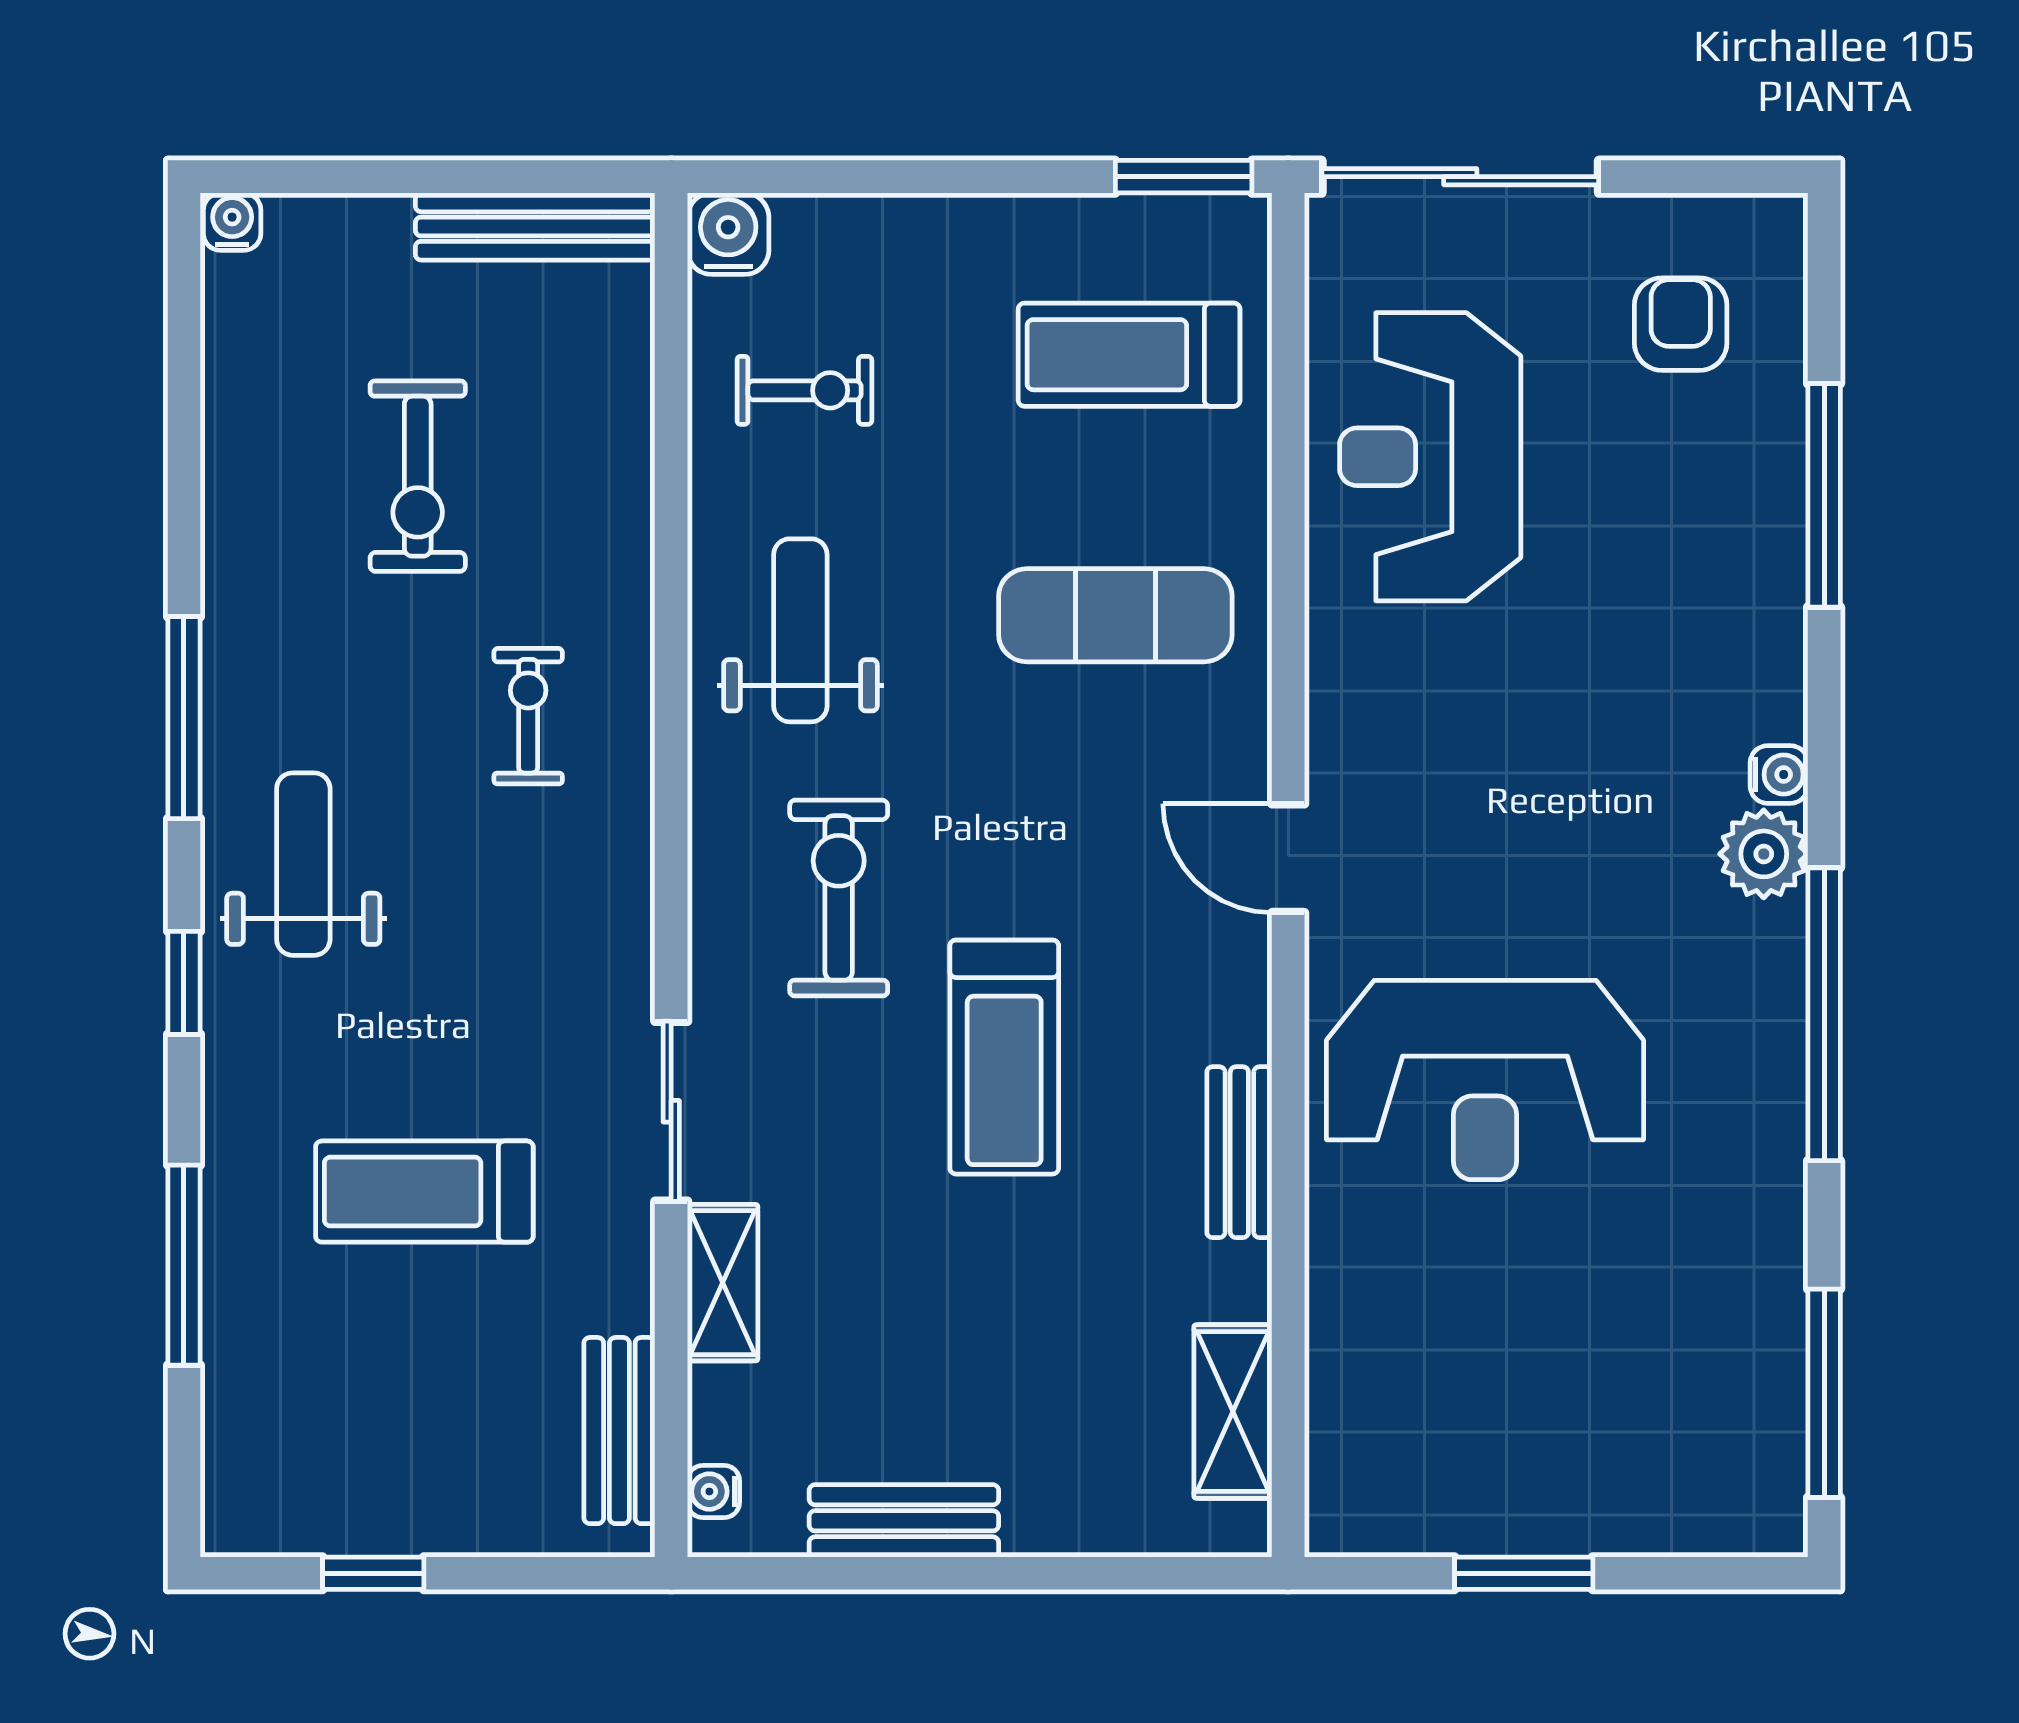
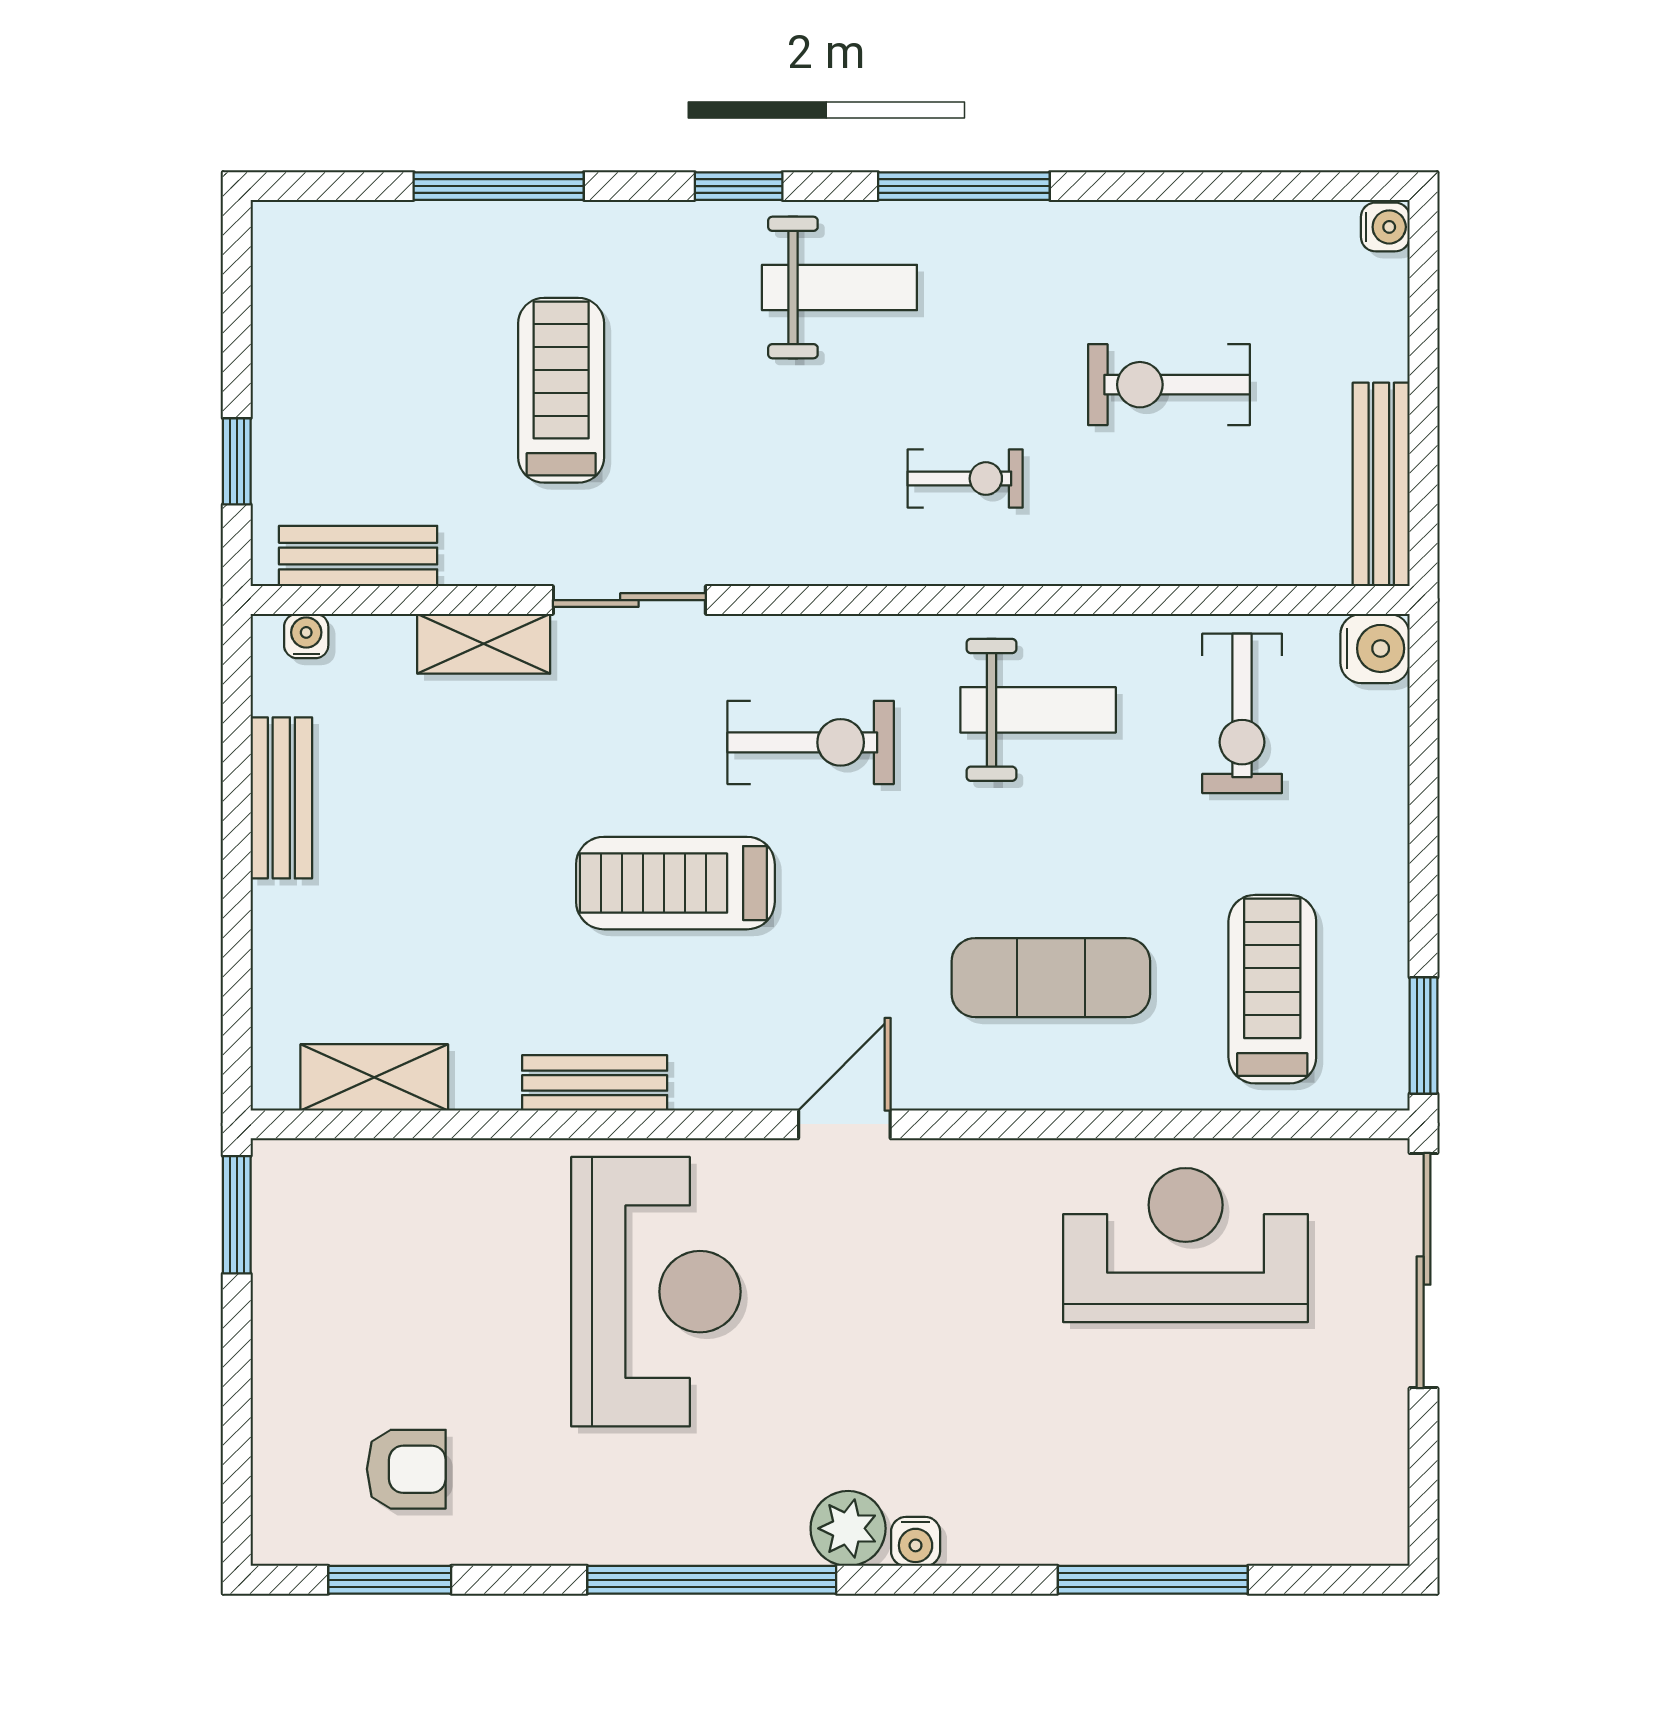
armchair: (1681, 324) -> (406, 1469), moved
exercise bike: (805, 390) -> (1242, 713), width x1.38, depth x1.39
exercise mat: (1115, 615) -> (1051, 978), turned 90
reception desk: (1485, 1080) -> (656, 1292), turned 180
window: (1824, 1393) -> (390, 1580), width x0.69
window: (373, 1573) -> (237, 461), moved
window: (1524, 1573) -> (237, 1215), moved

